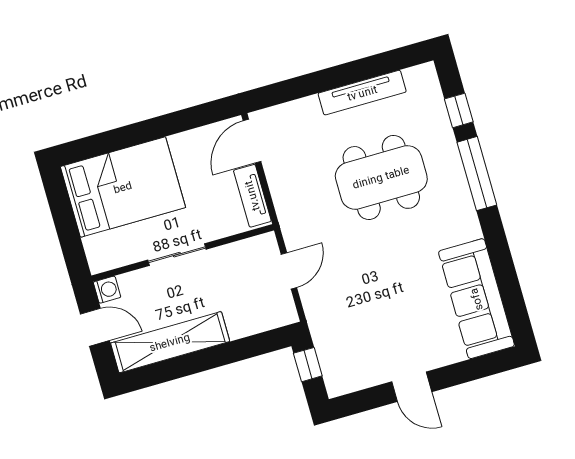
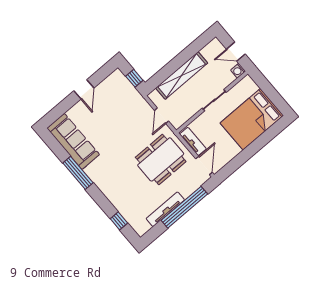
window: (325, 80) -> (184, 207), added
window: (477, 174) -> (78, 173), moved
dining table: (381, 177) -> (161, 159), moved
shelving: (170, 342) -> (182, 76), moved
door: (412, 387) -> (84, 89), swing flipped

